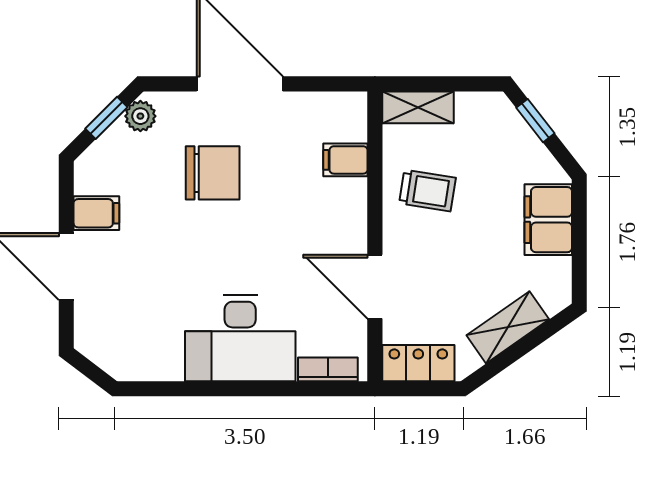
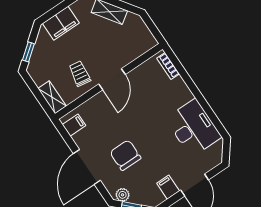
filing cabinet: (345, 160) -> (74, 125), moved, turned -90
door: (375, 287) -> (112, 79), moved
desk: (240, 338) -> (193, 128), moved
locker: (418, 363) -> (144, 35), removed

